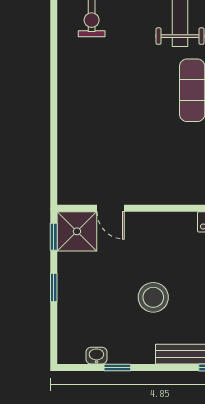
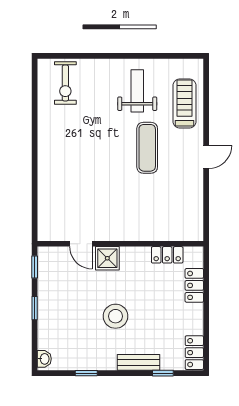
shower: (77, 231) -> (107, 258), moved, width x0.73, depth x0.73
washbasin: (96, 356) -> (44, 359), moved, turned 90

